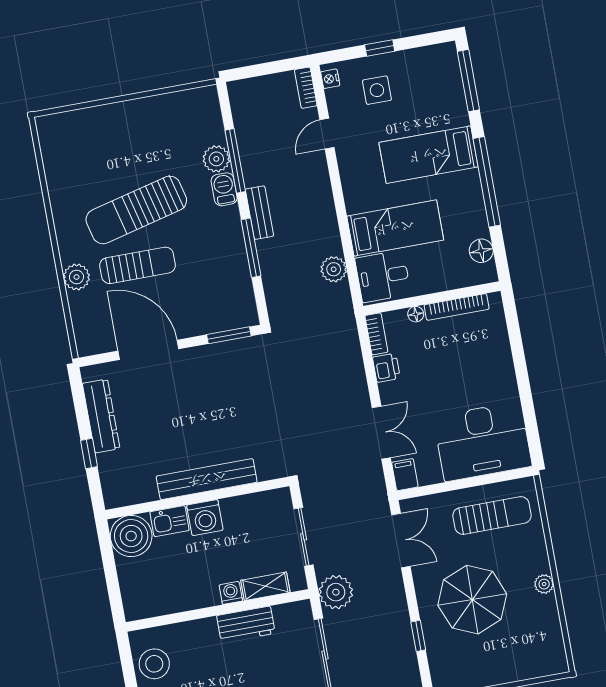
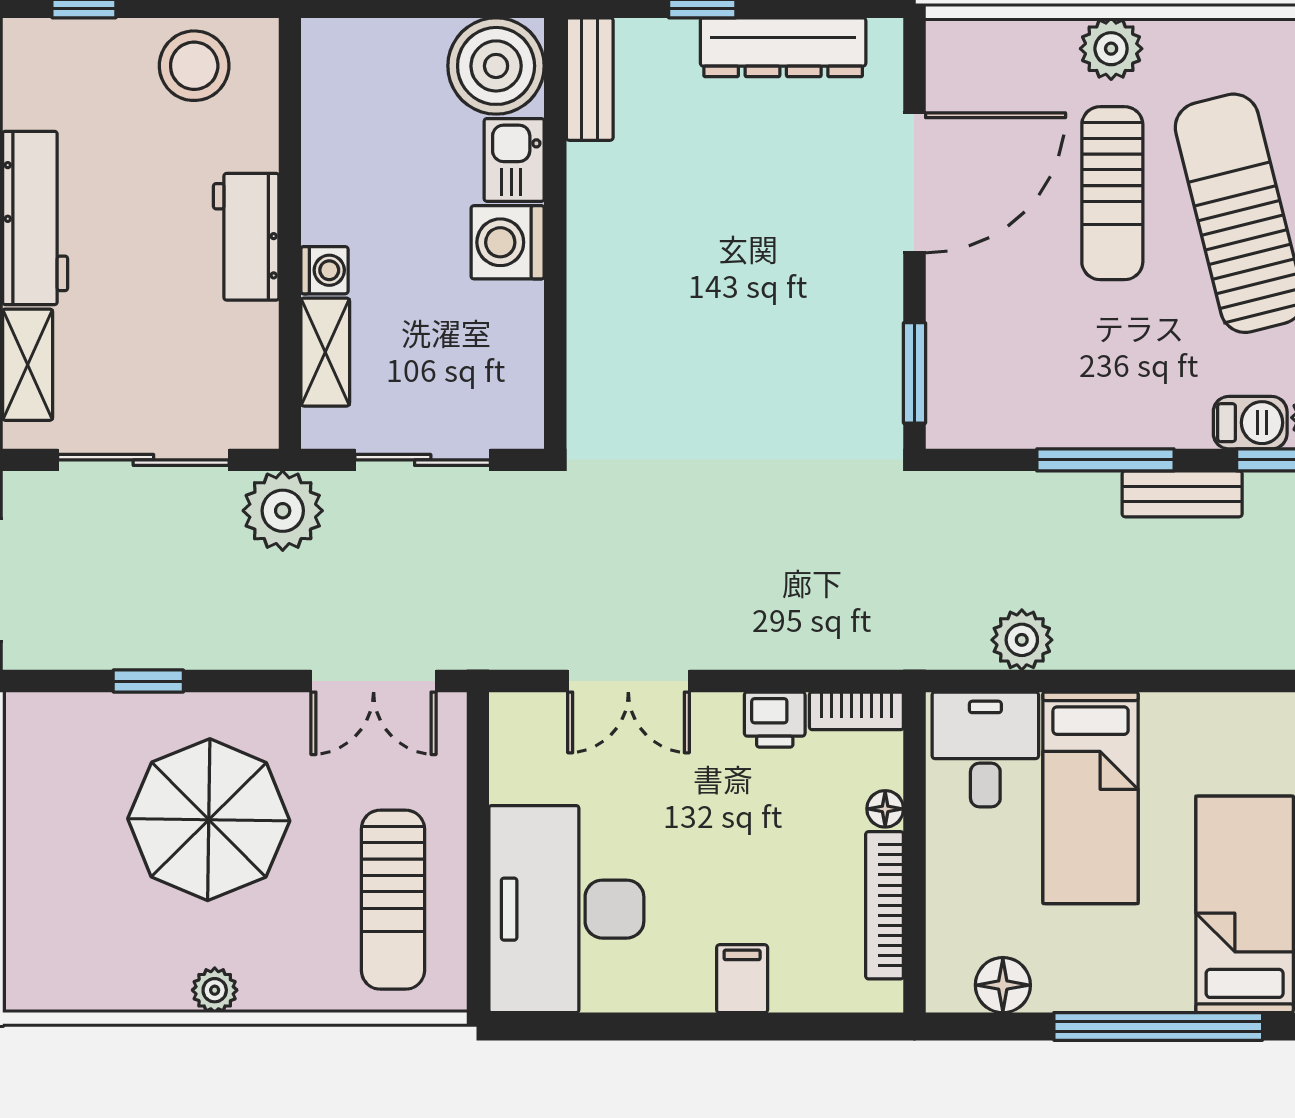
filing cabinet: (405, 475) -> (742, 979), moved, turned -90
bench: (207, 479) -> (590, 79), moved, width x0.54, depth x0.82
workbench: (246, 624) -> (246, 237), moved

